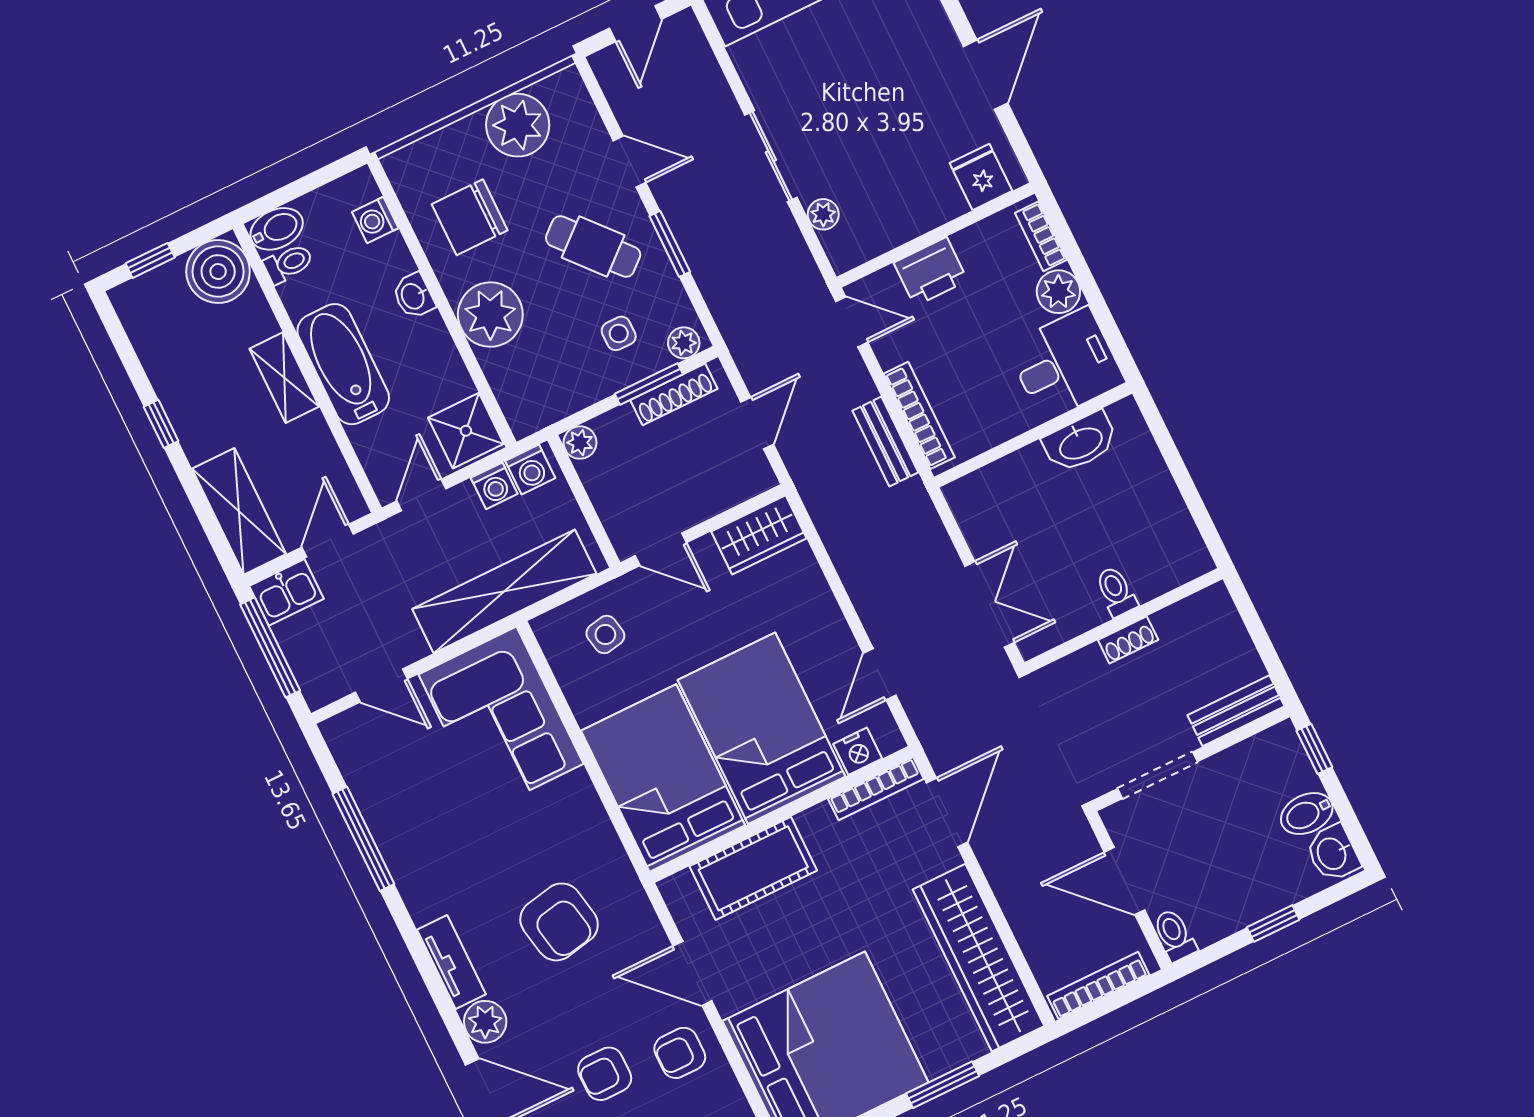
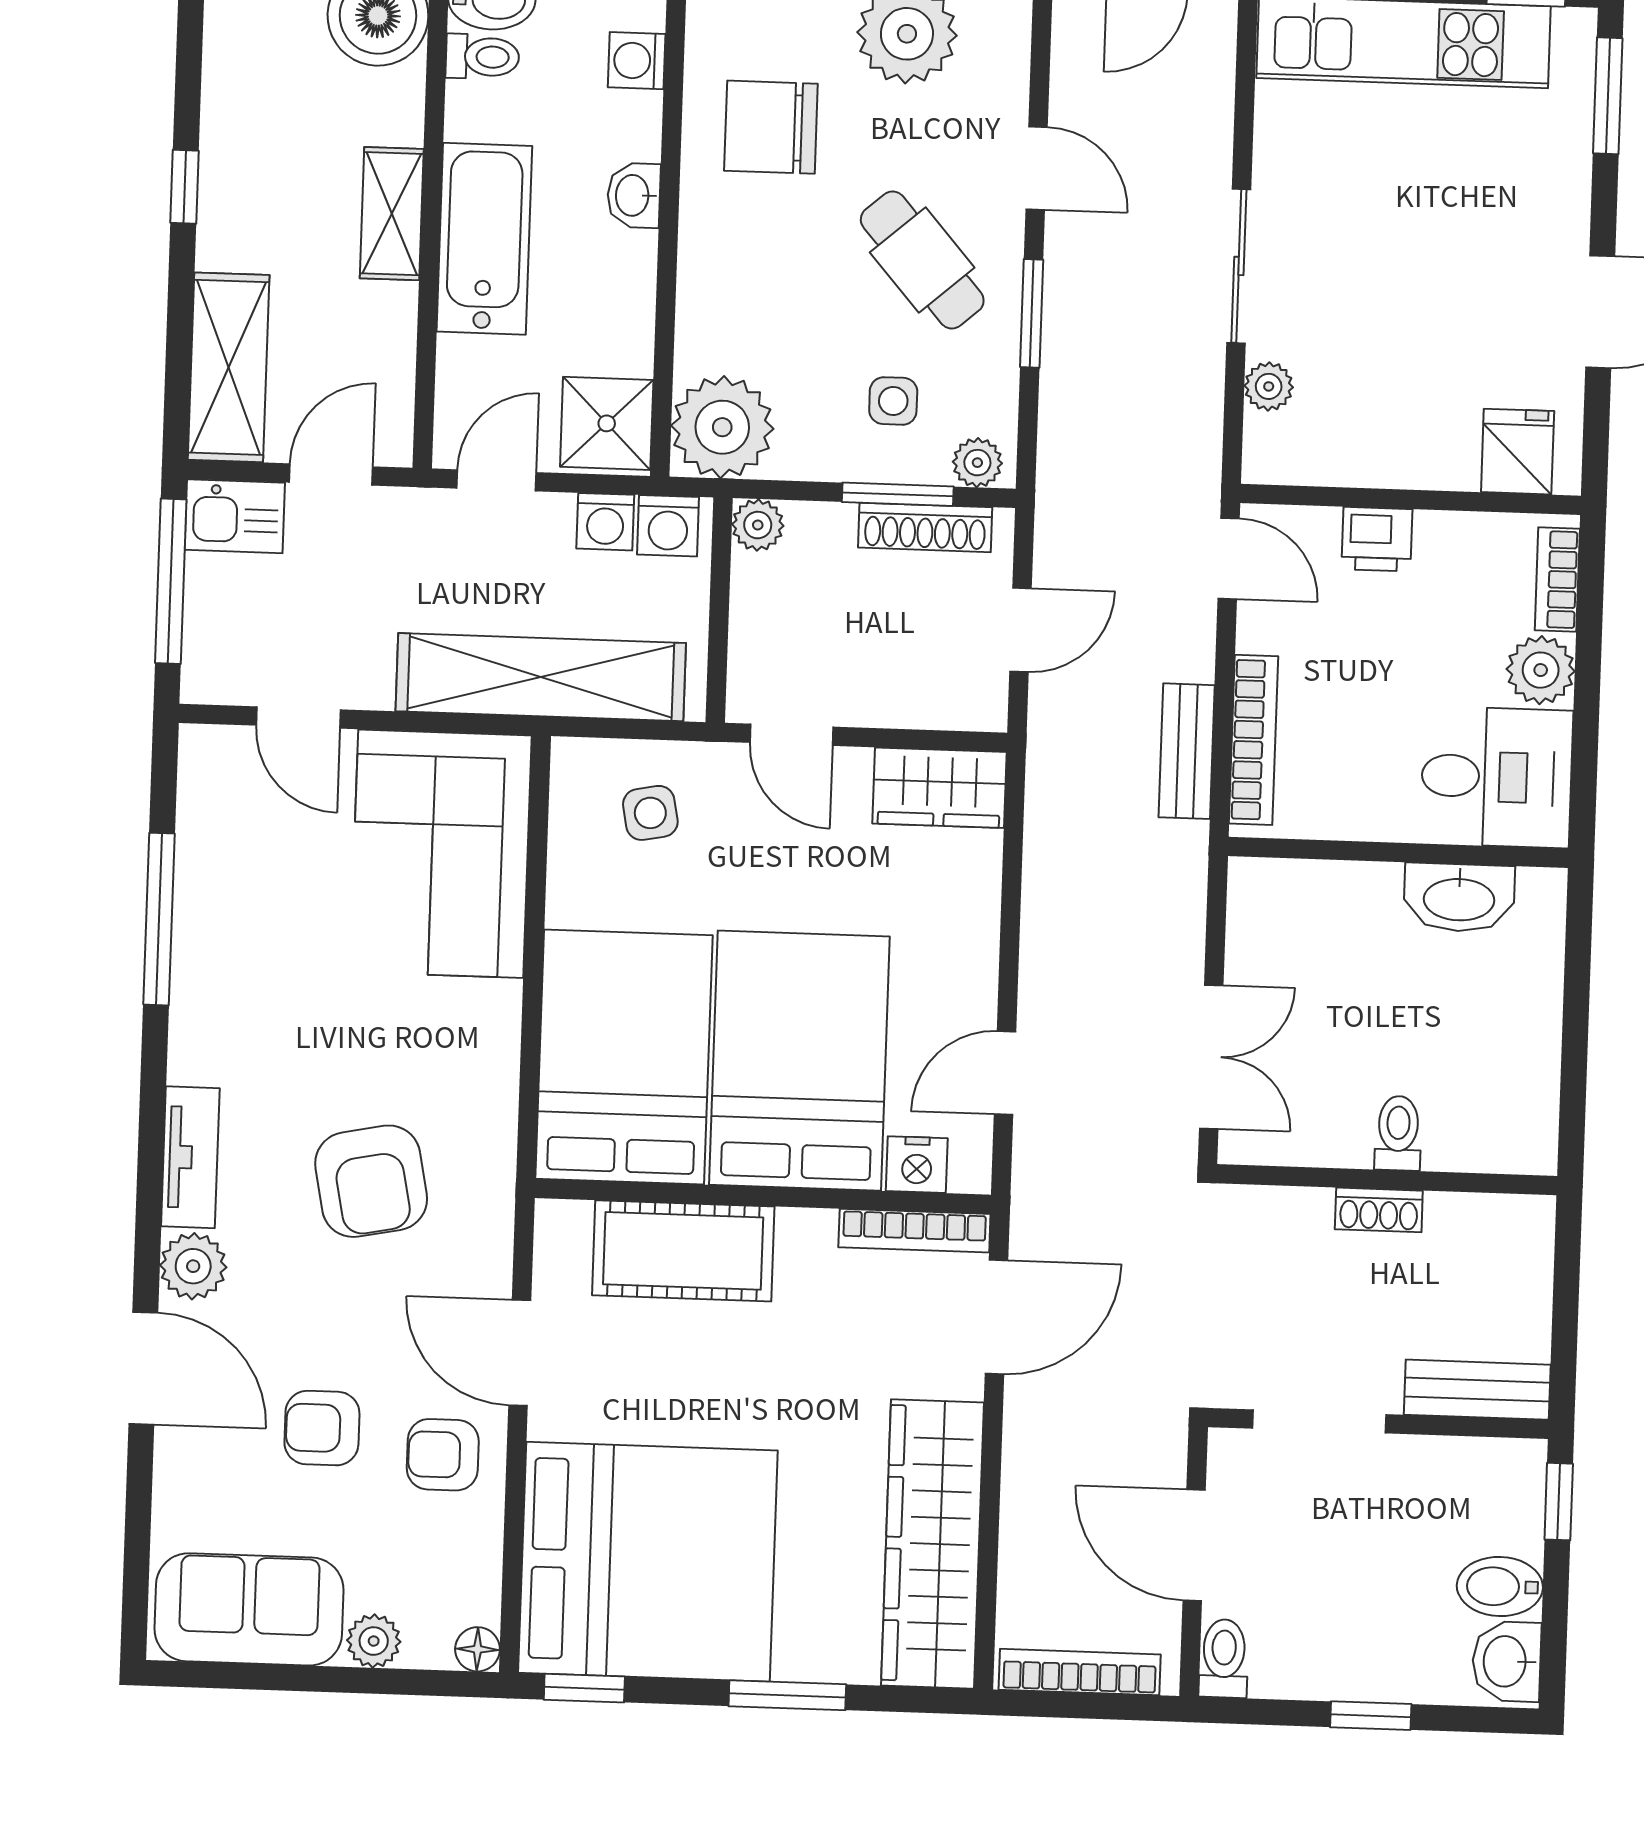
printer: (931, 272) -> (1377, 539), width x0.73, depth x0.81
plant: (490, 315) -> (722, 427), moved

